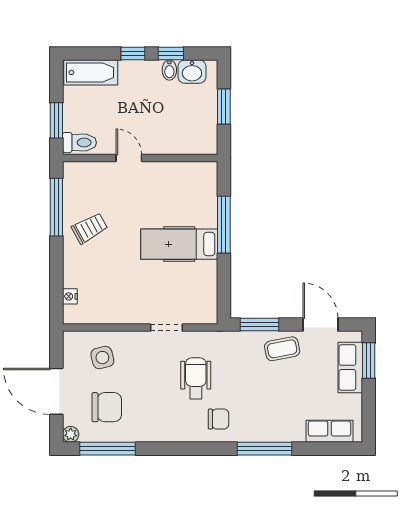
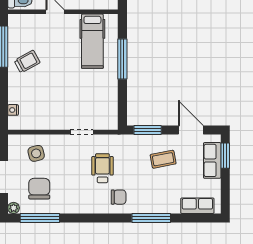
hospital bed: (179, 244) -> (92, 41), moved, turned -90
coffee table: (282, 349) -> (163, 159), moved
chair: (107, 407) -> (39, 189), turned -90

